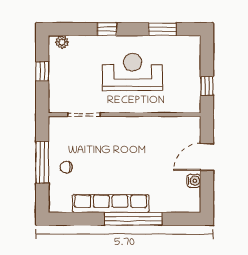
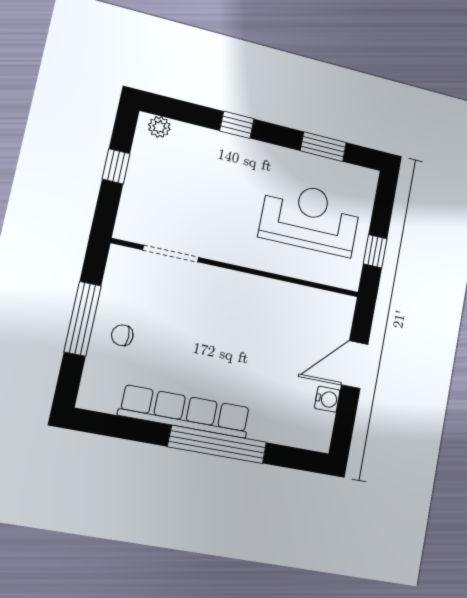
reception desk: (133, 72) -> (310, 218), moved

